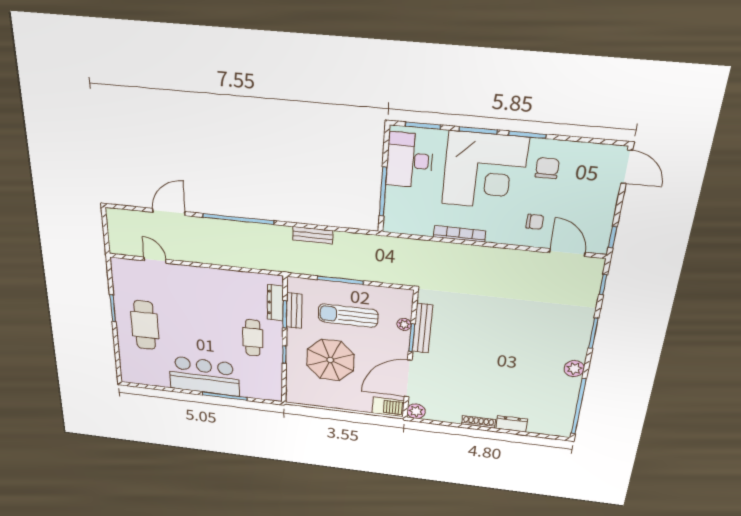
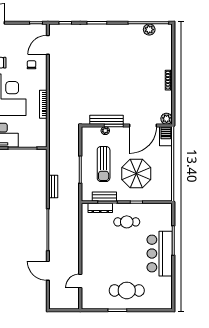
plant: (574, 369) -> (149, 30), moved
door: (408, 379) -> (143, 125), hinge flipped
dresser: (512, 424) -> (167, 60), removed

